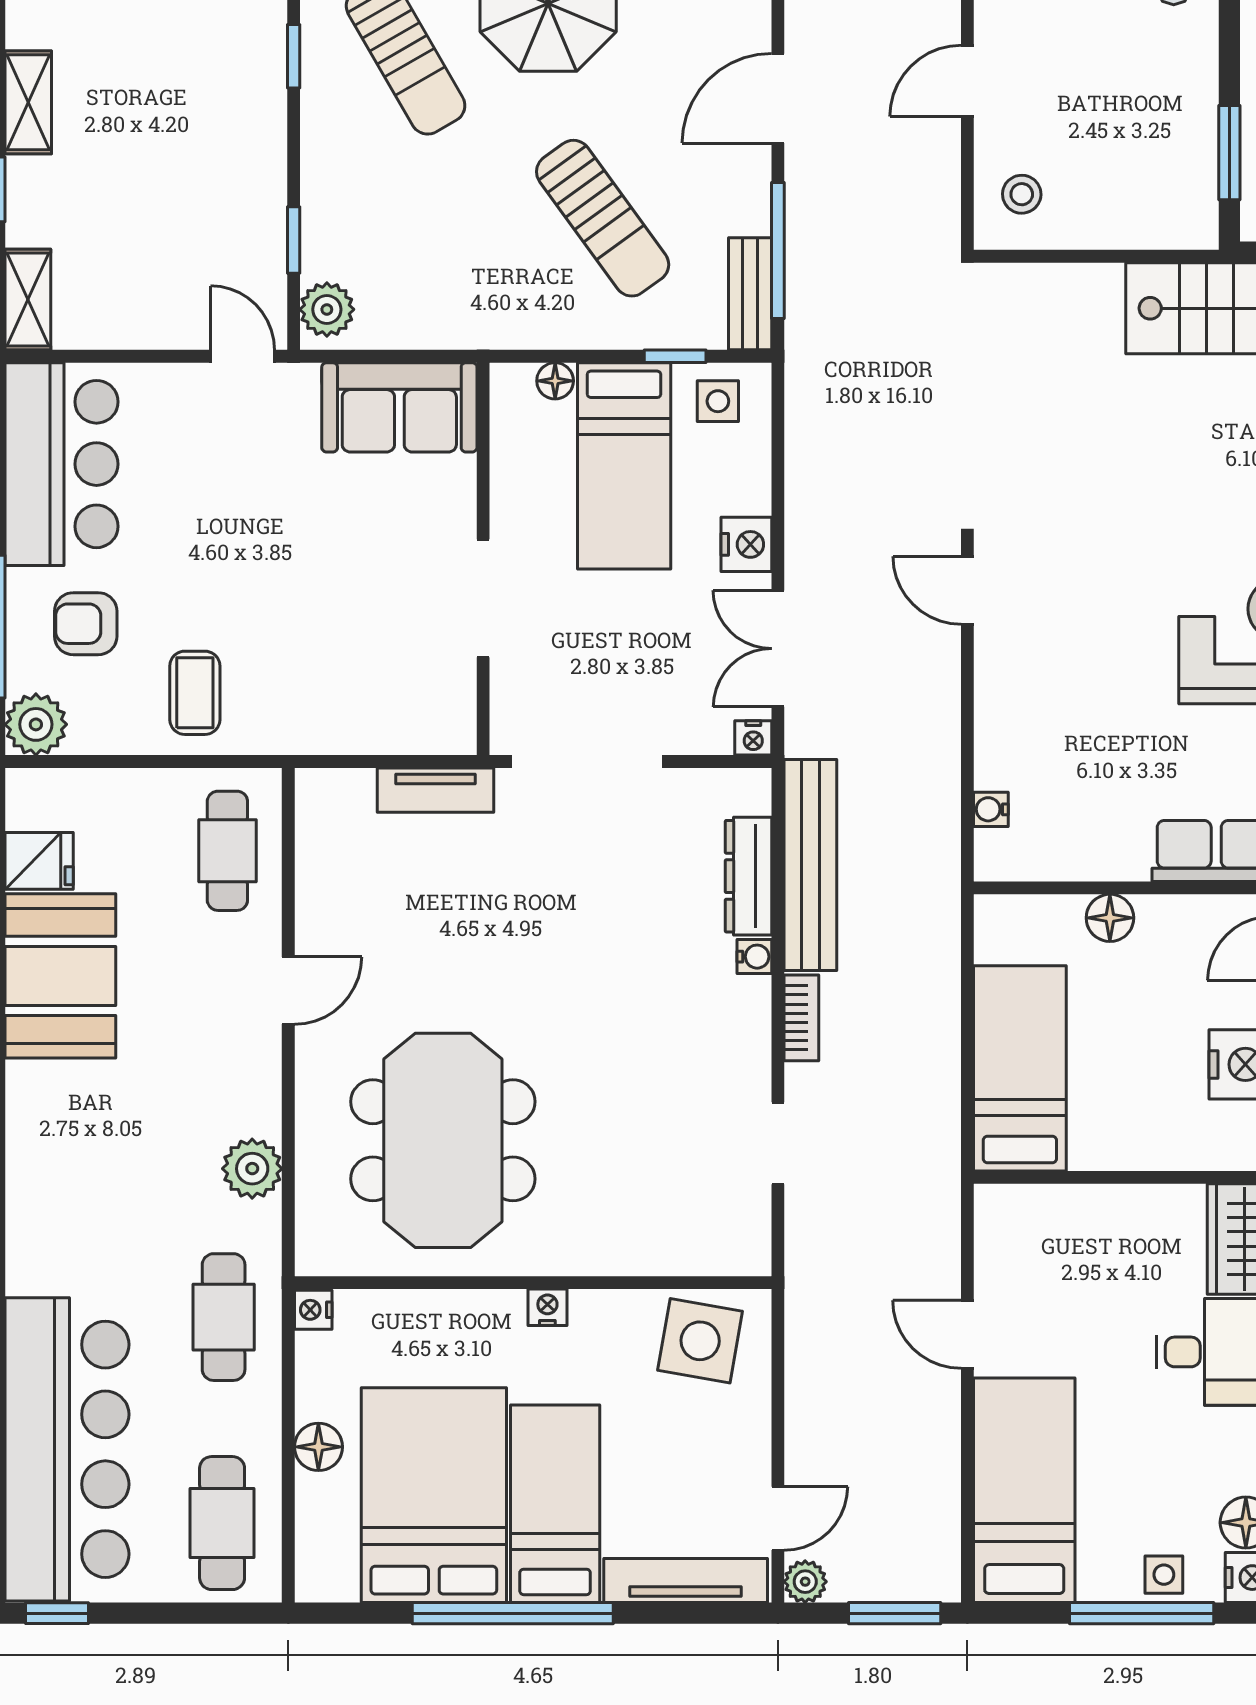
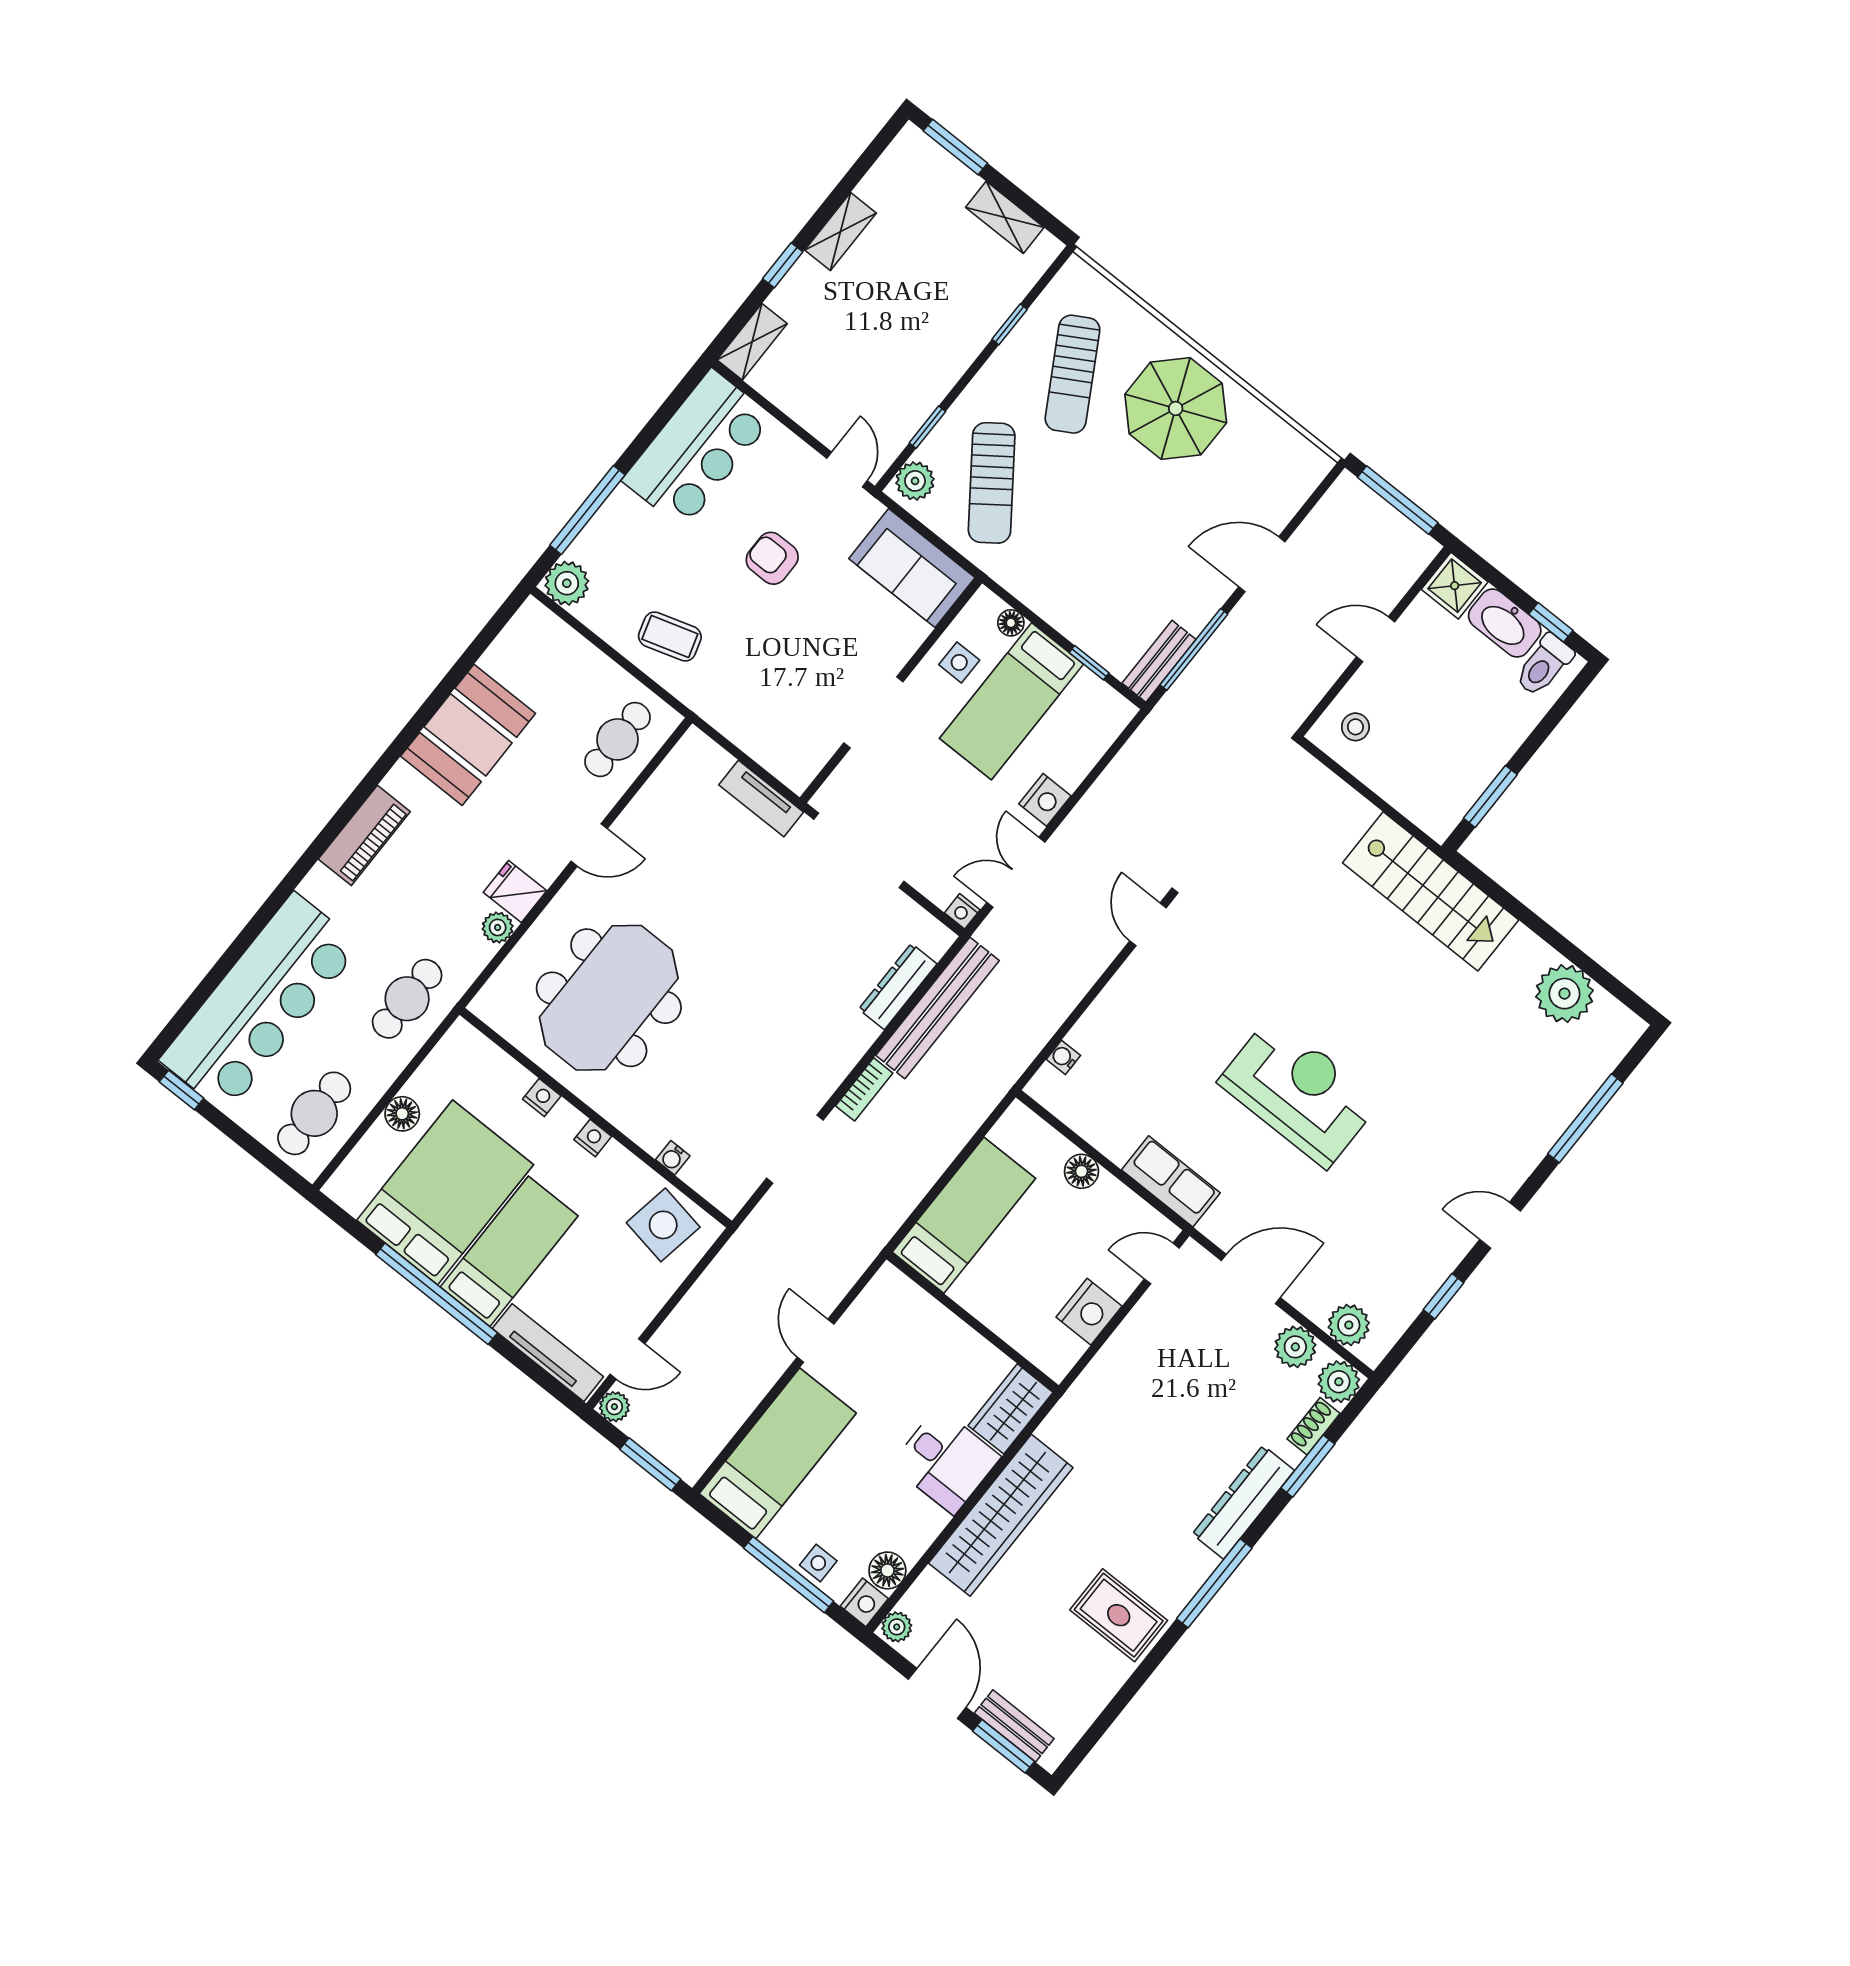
sun lounger: (603, 218) -> (992, 483), moved
side table: (718, 401) -> (959, 662), moved
armchair: (86, 624) -> (772, 558), moved
coffee table: (195, 693) -> (670, 637), turned 73
fridge: (39, 861) -> (515, 891), moved, turned 180
water cooler: (754, 957) -> (673, 1158), moved, turned 90
doorway: (778, 1143) -> (795, 1149), width x1.38
plant: (252, 1169) -> (498, 927), width x0.73, depth x0.73
piano: (35, 1176) -> (364, 835), added
nightstand: (313, 1310) -> (542, 1098), moved, turned 90

